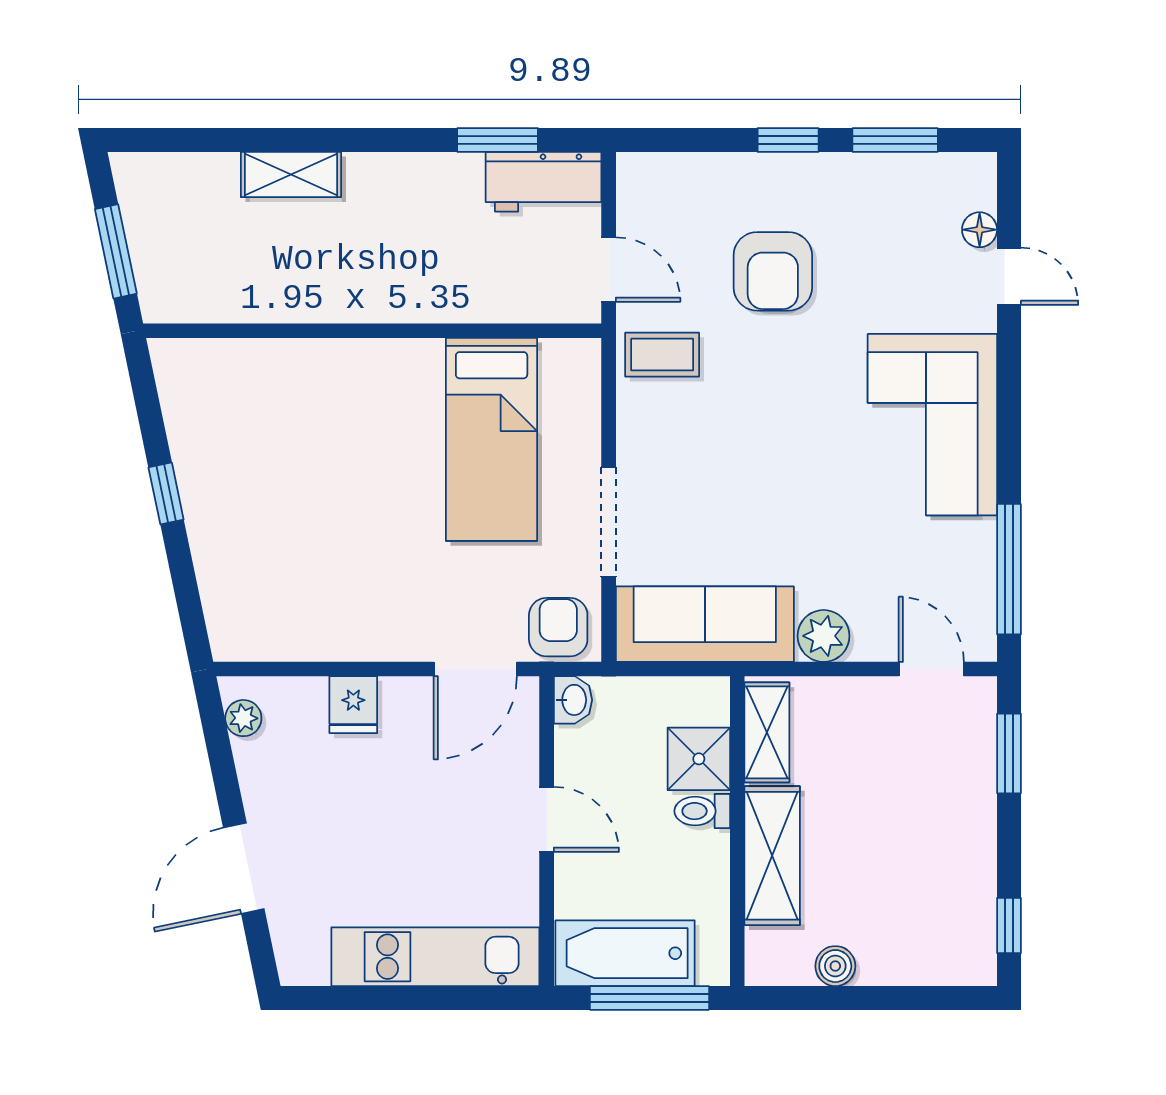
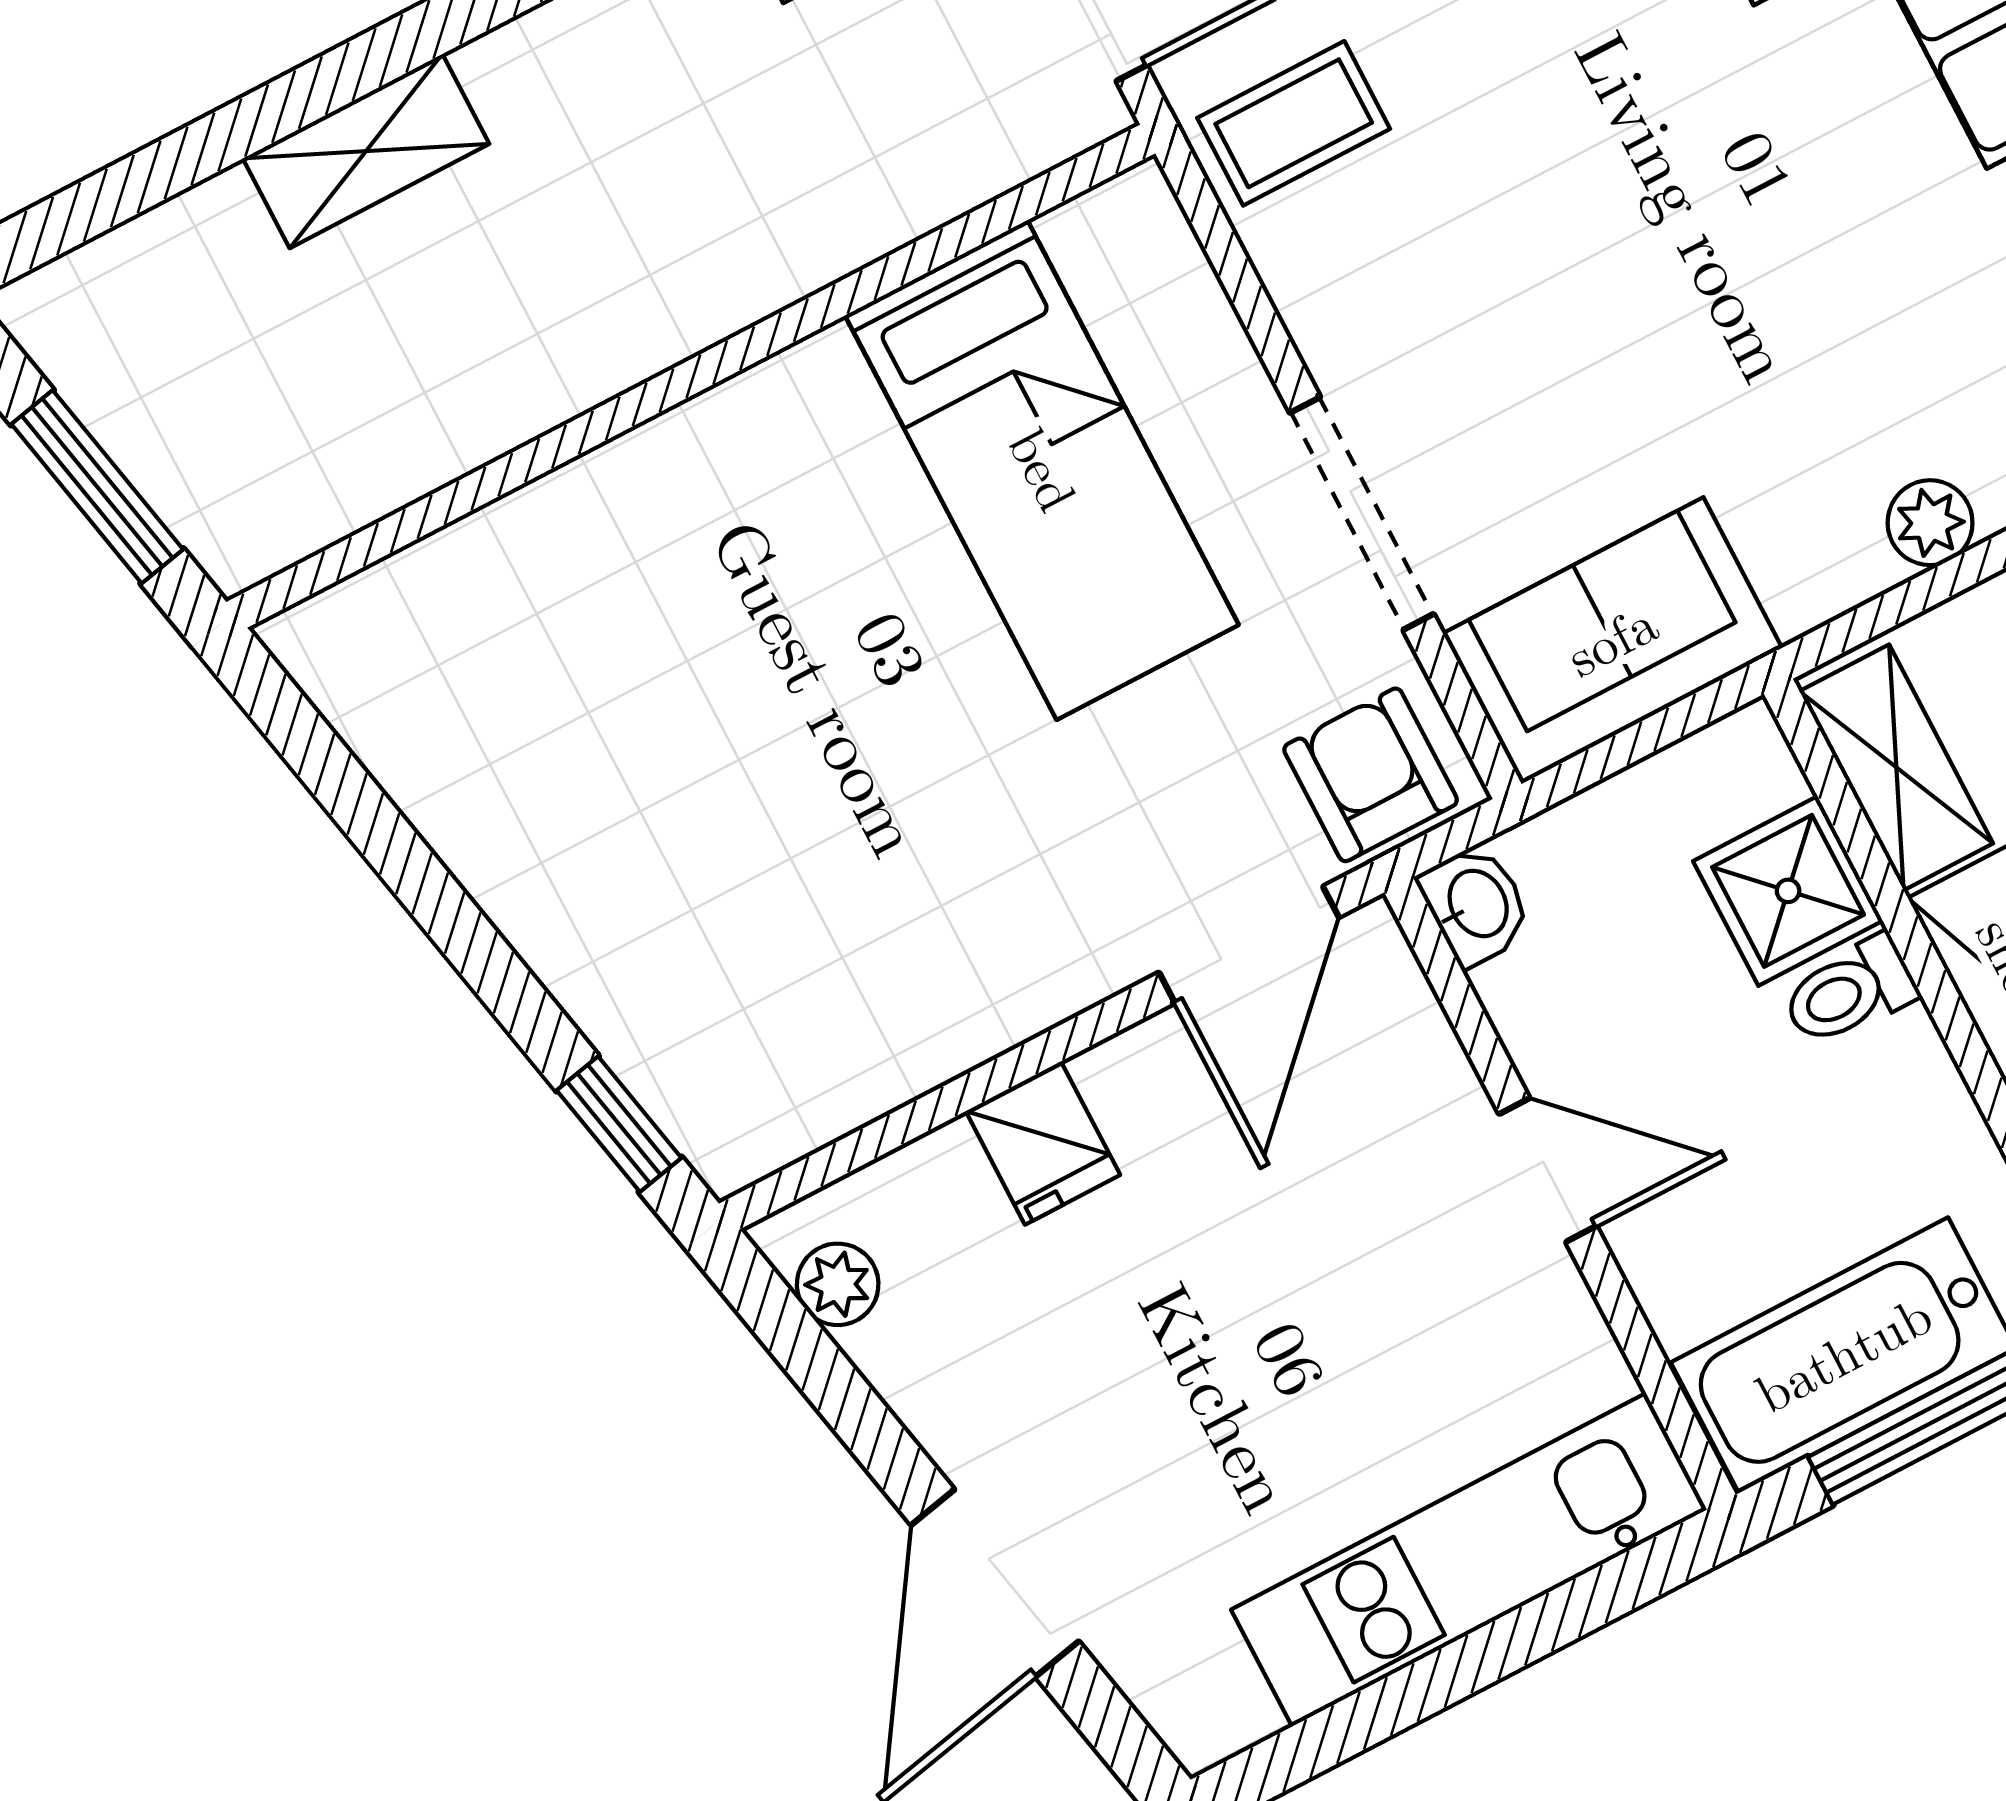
window: (166, 493) -> (619, 1124), moved
sofa: (705, 624) -> (1612, 641), width x0.73
plant: (824, 636) -> (1930, 523), width x0.73, depth x0.73

